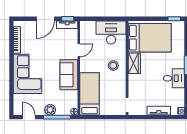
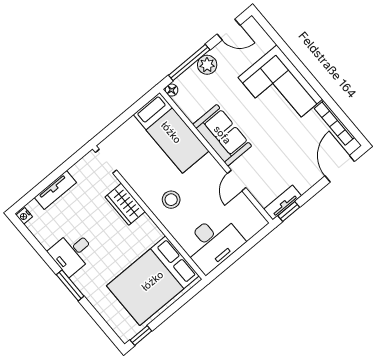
door: (45, 19) -> (340, 169), moved
wardrobe: (134, 63) -> (125, 204), moved

